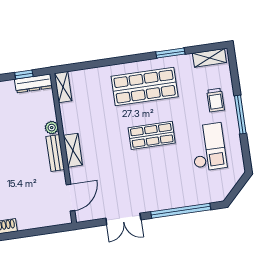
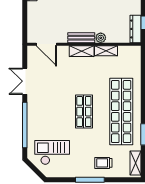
shelving: (63, 87) -> (106, 51), moved
shop shelf: (145, 87) -> (121, 112), width x1.40
checkout: (208, 147) -> (52, 153), moved, turned 180

